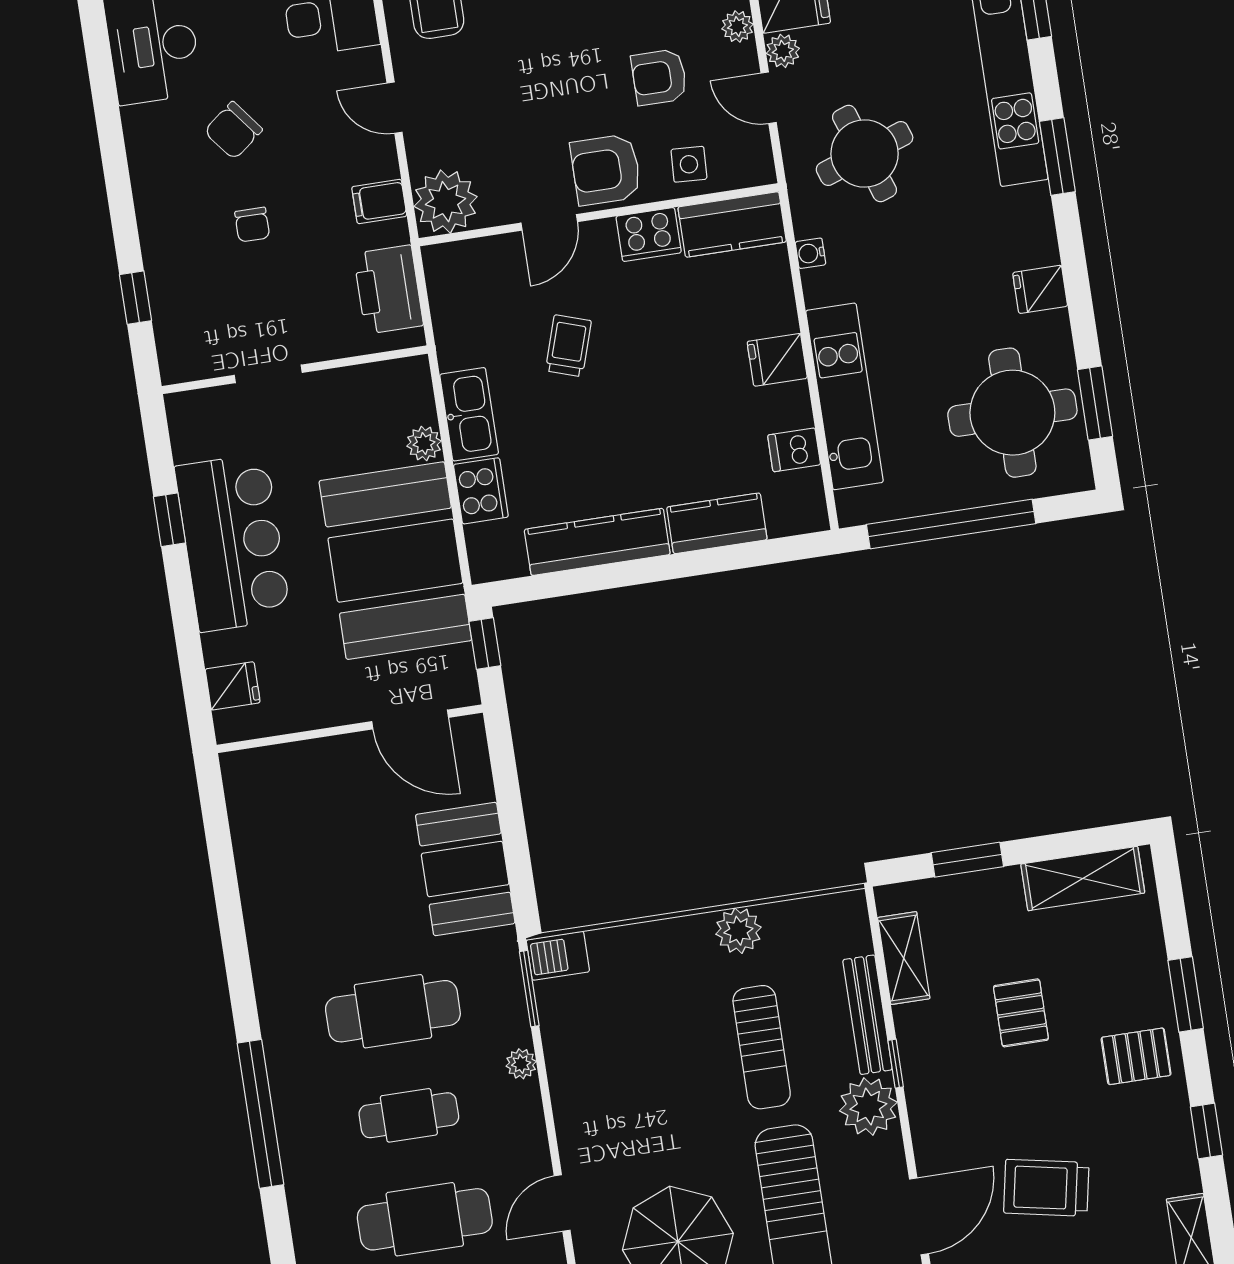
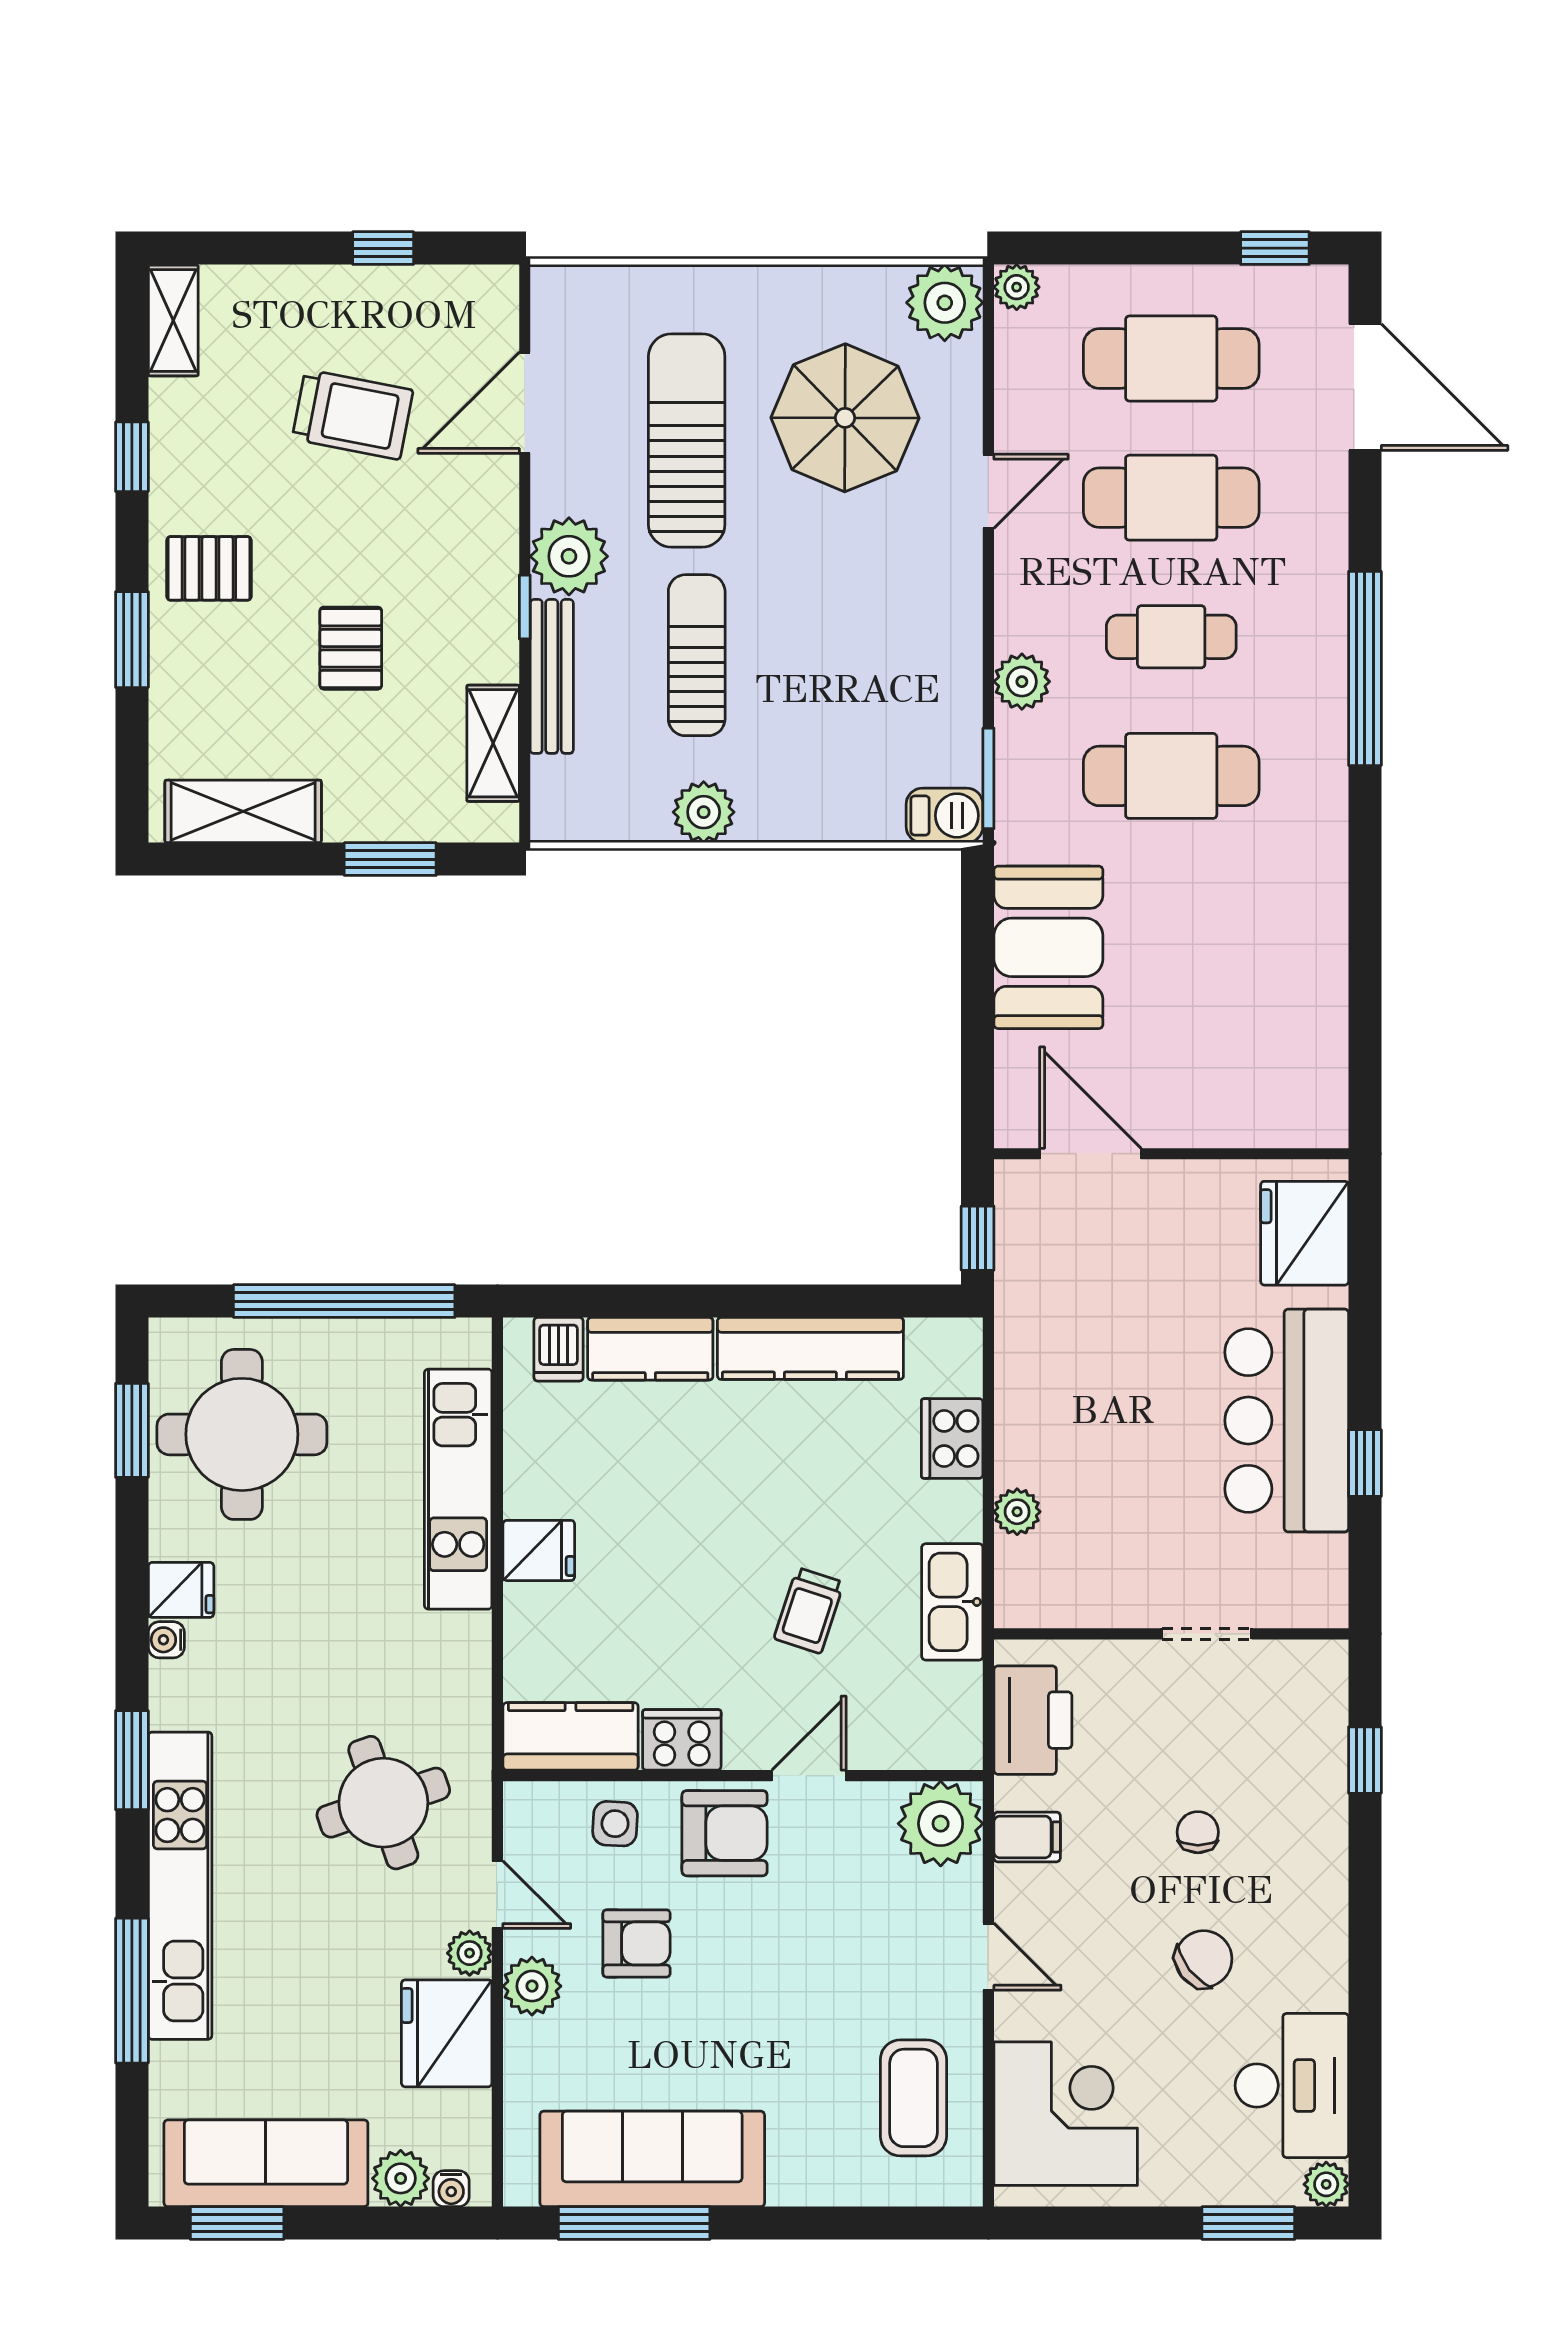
plant: (737, 27) -> (532, 1986), width x1.38, depth x1.38
water cooler: (810, 253) -> (166, 1640), moved, turned 180
kitchen sink: (469, 414) -> (952, 1602), moved
dishwasher: (794, 450) -> (559, 1349), moved, turned 90
booth: (395, 561) -> (1078, 1364), removed
fridge: (233, 686) -> (1305, 1233), width x1.88, depth x1.34
plant: (521, 1064) -> (1022, 682), width x1.38, depth x1.38

